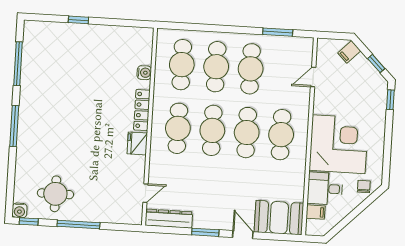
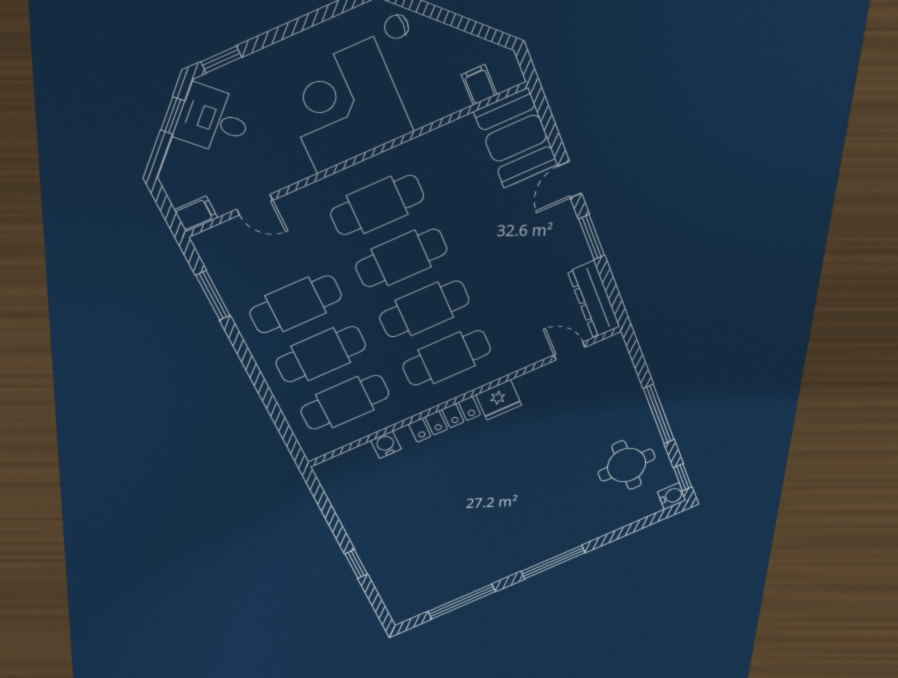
filing cabinet: (349, 52) -> (196, 214), moved, turned -45
desk: (325, 189) -> (214, 120), moved, turned 135

